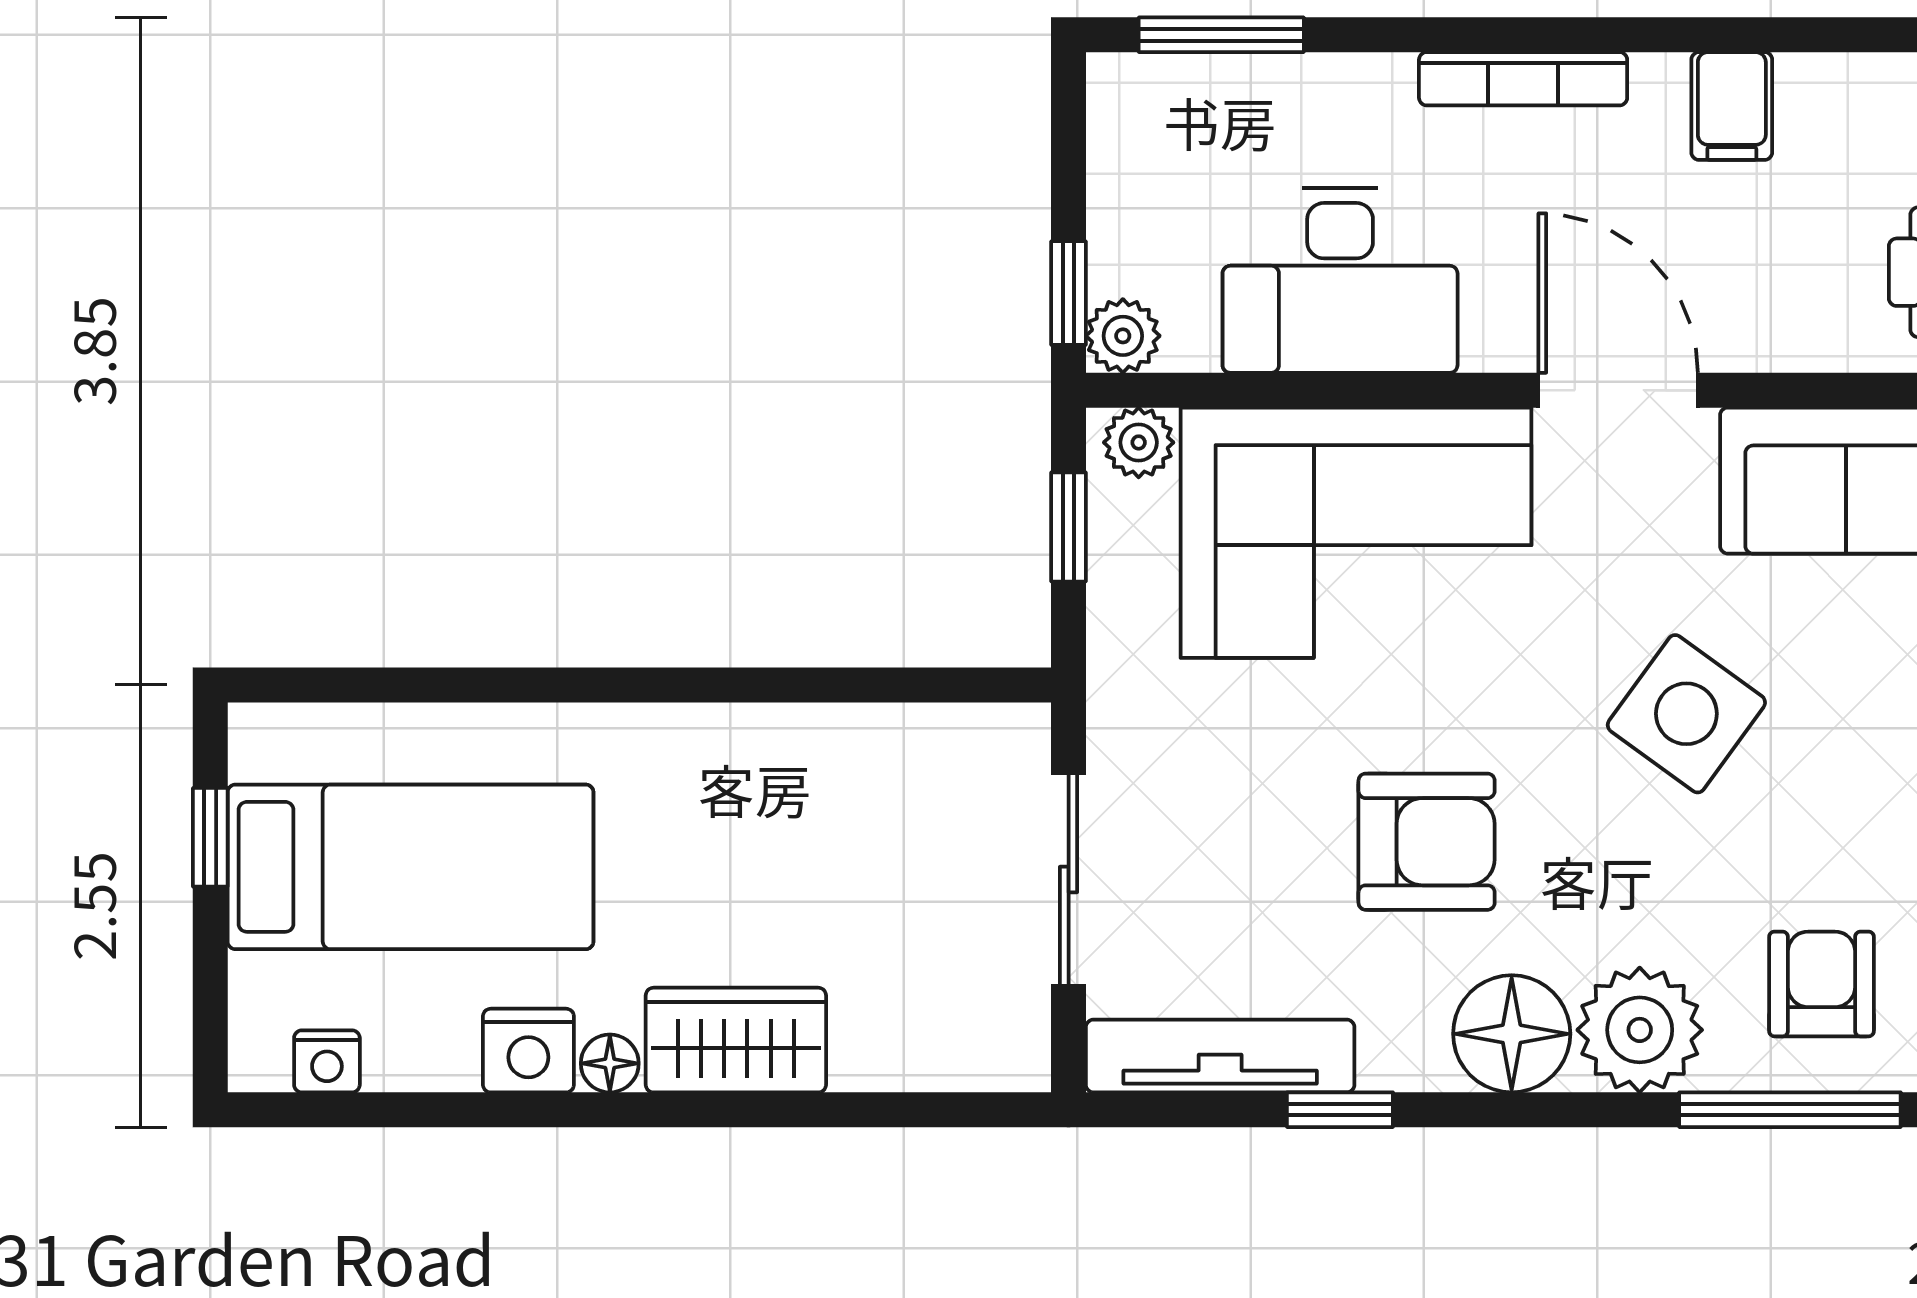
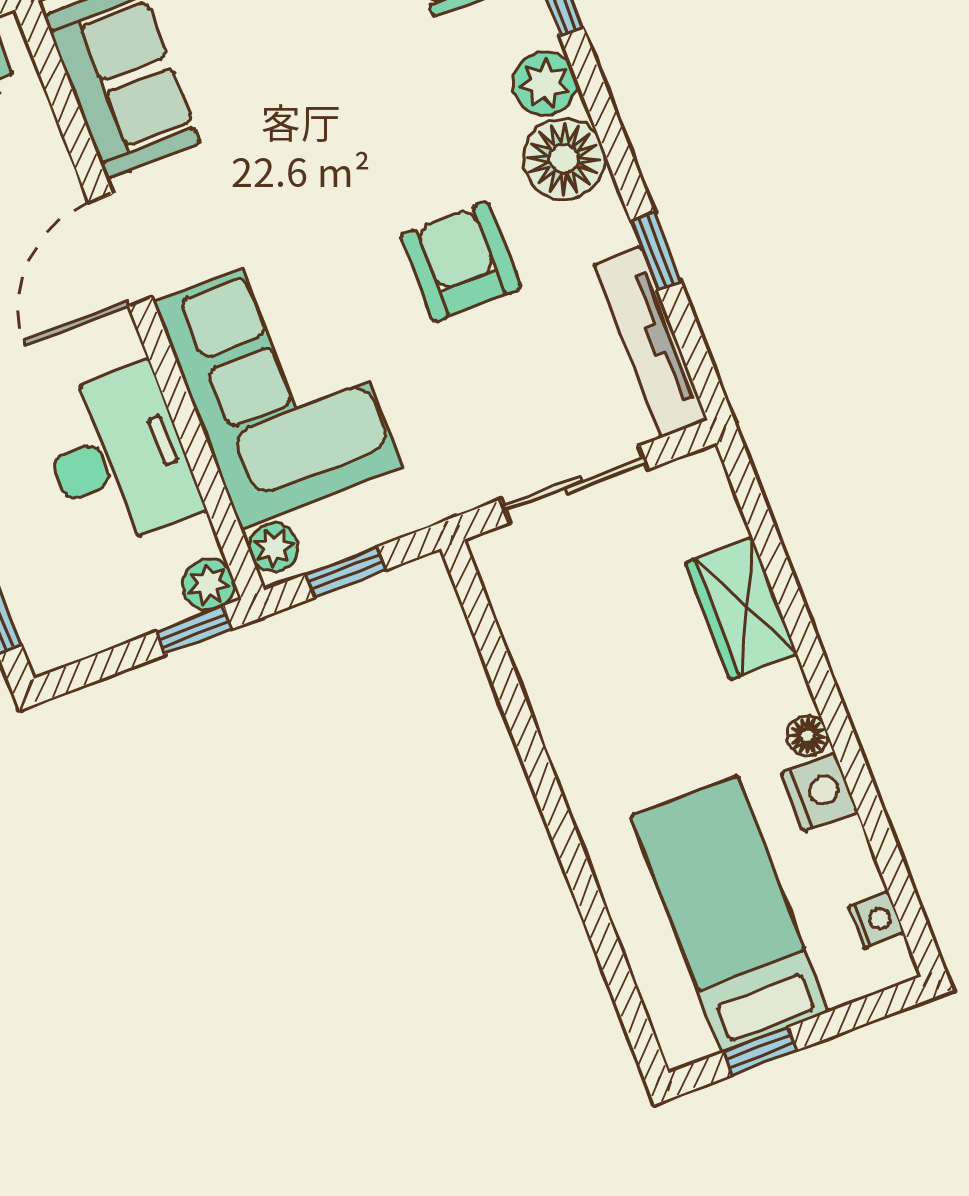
side table: (1686, 714) -> (313, 125), removed
plant: (1640, 1030) -> (545, 84), width x0.73, depth x0.73
wardrobe: (736, 1040) -> (741, 608), moved

